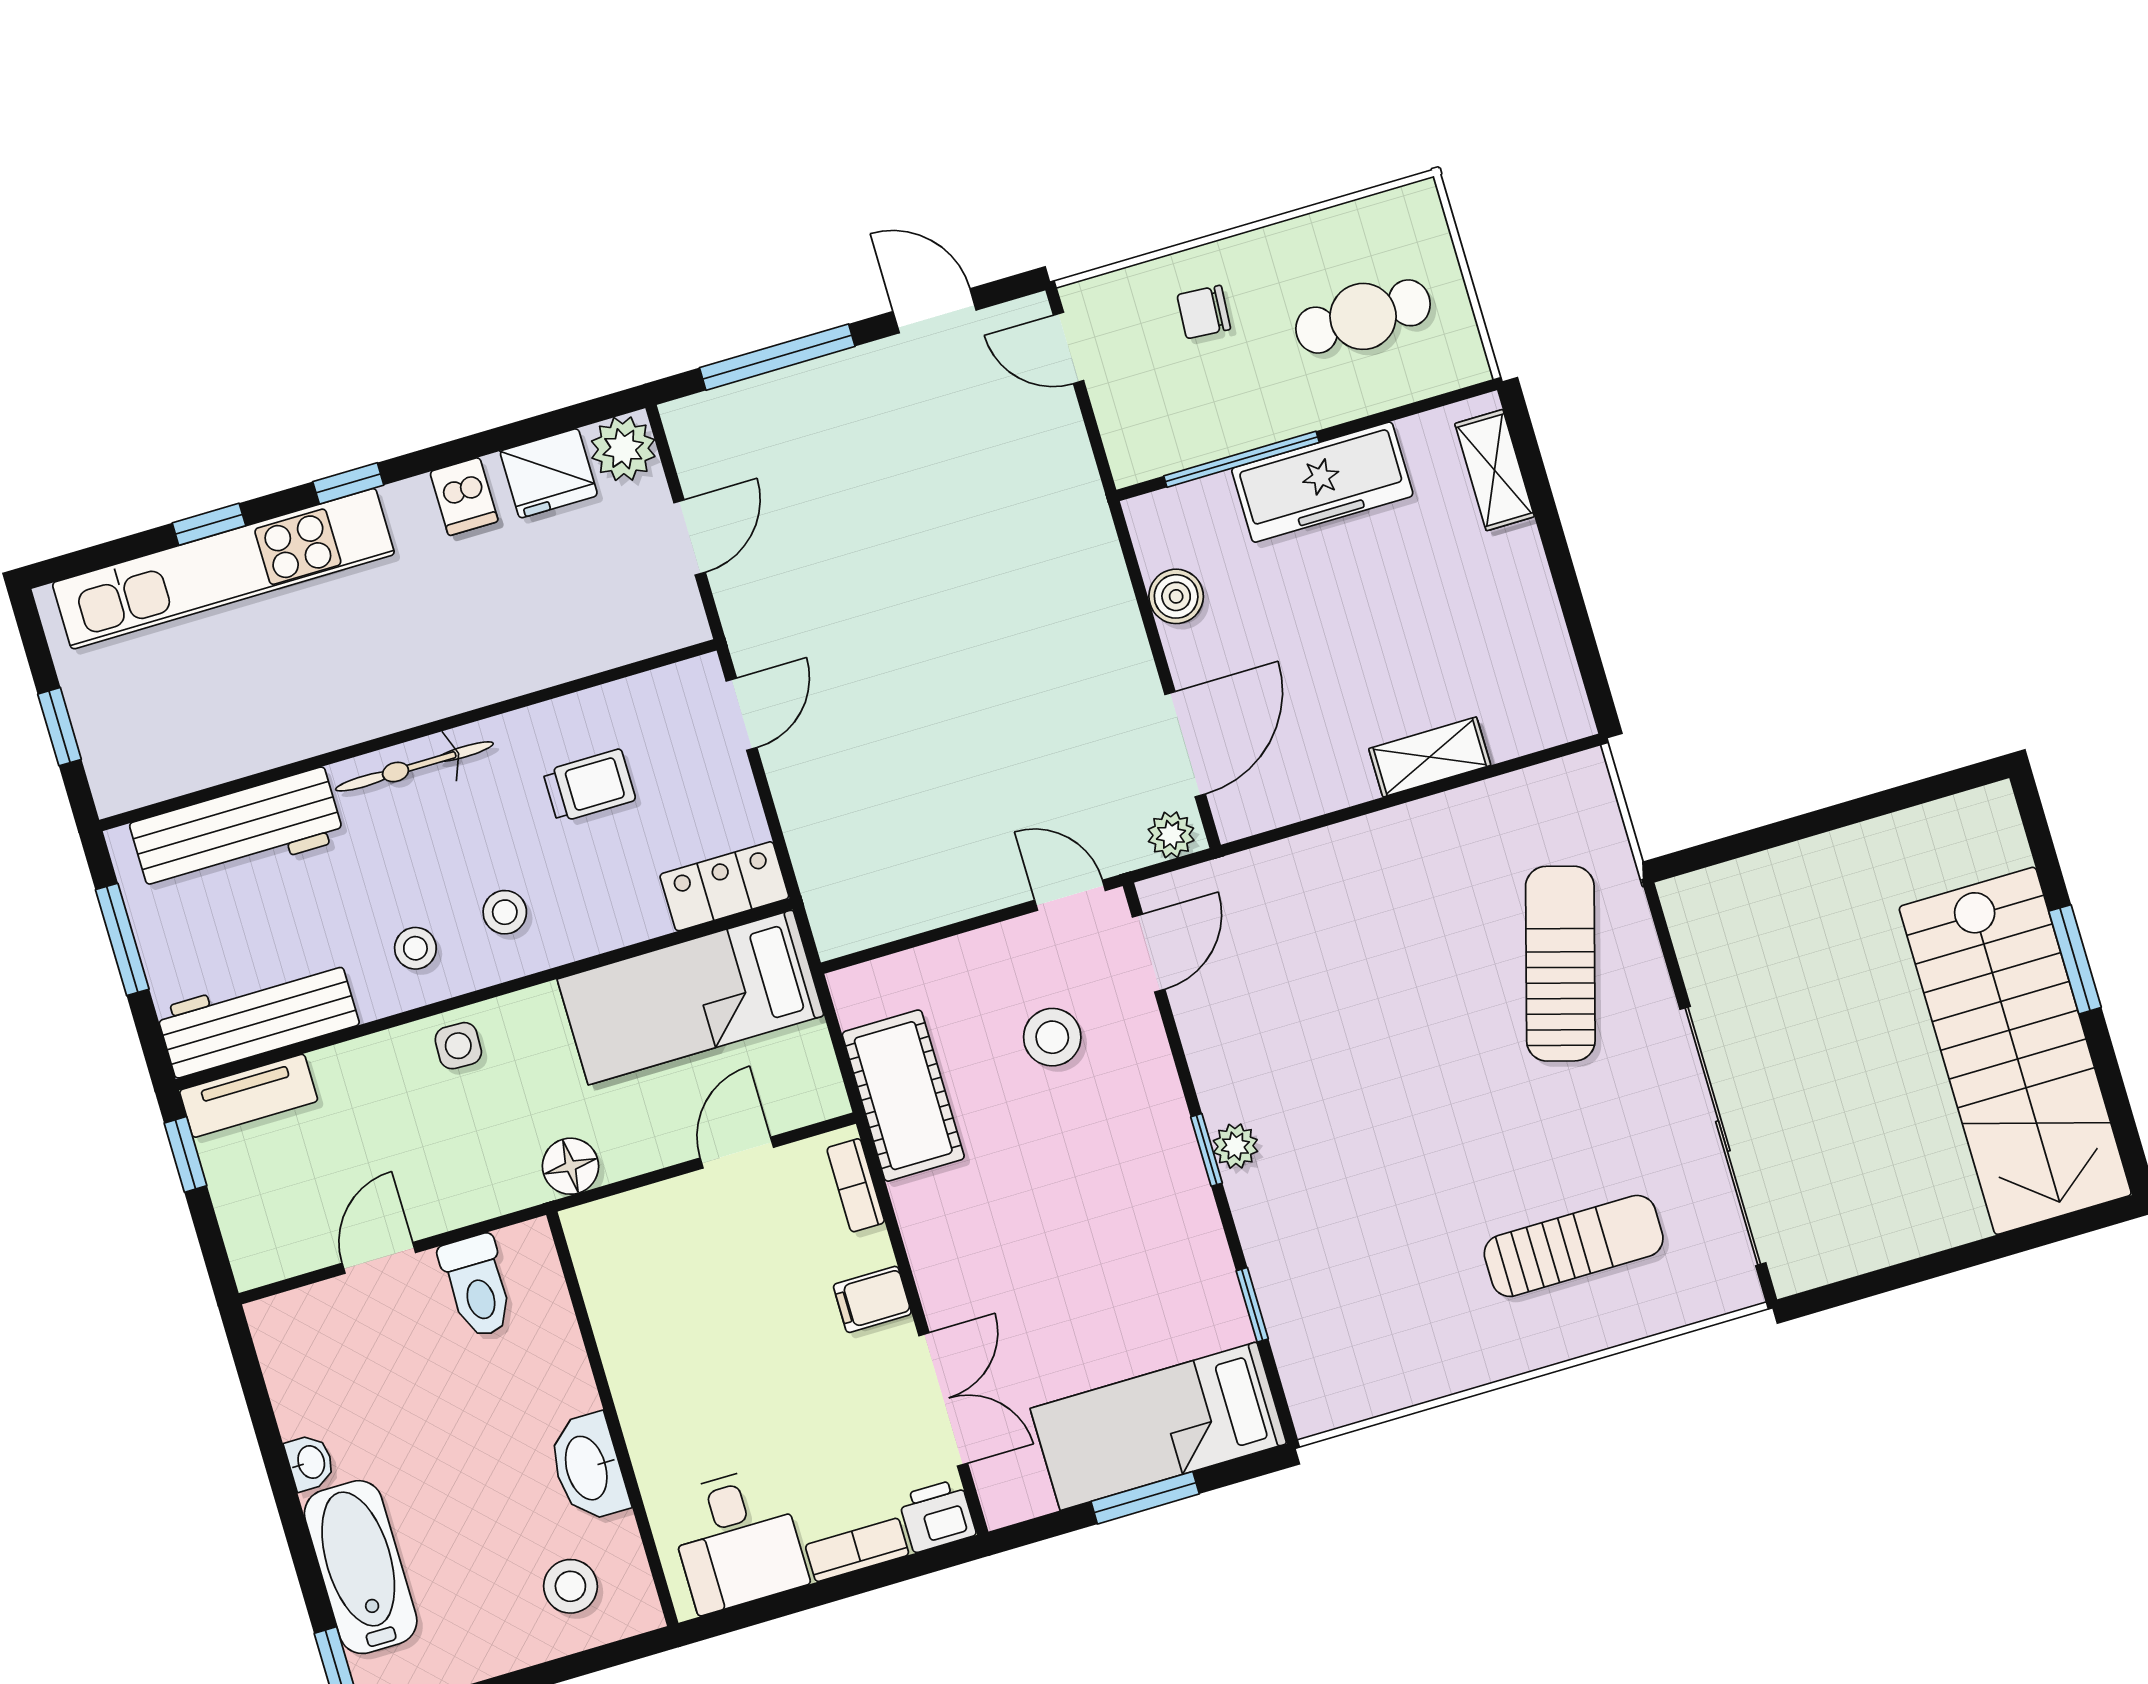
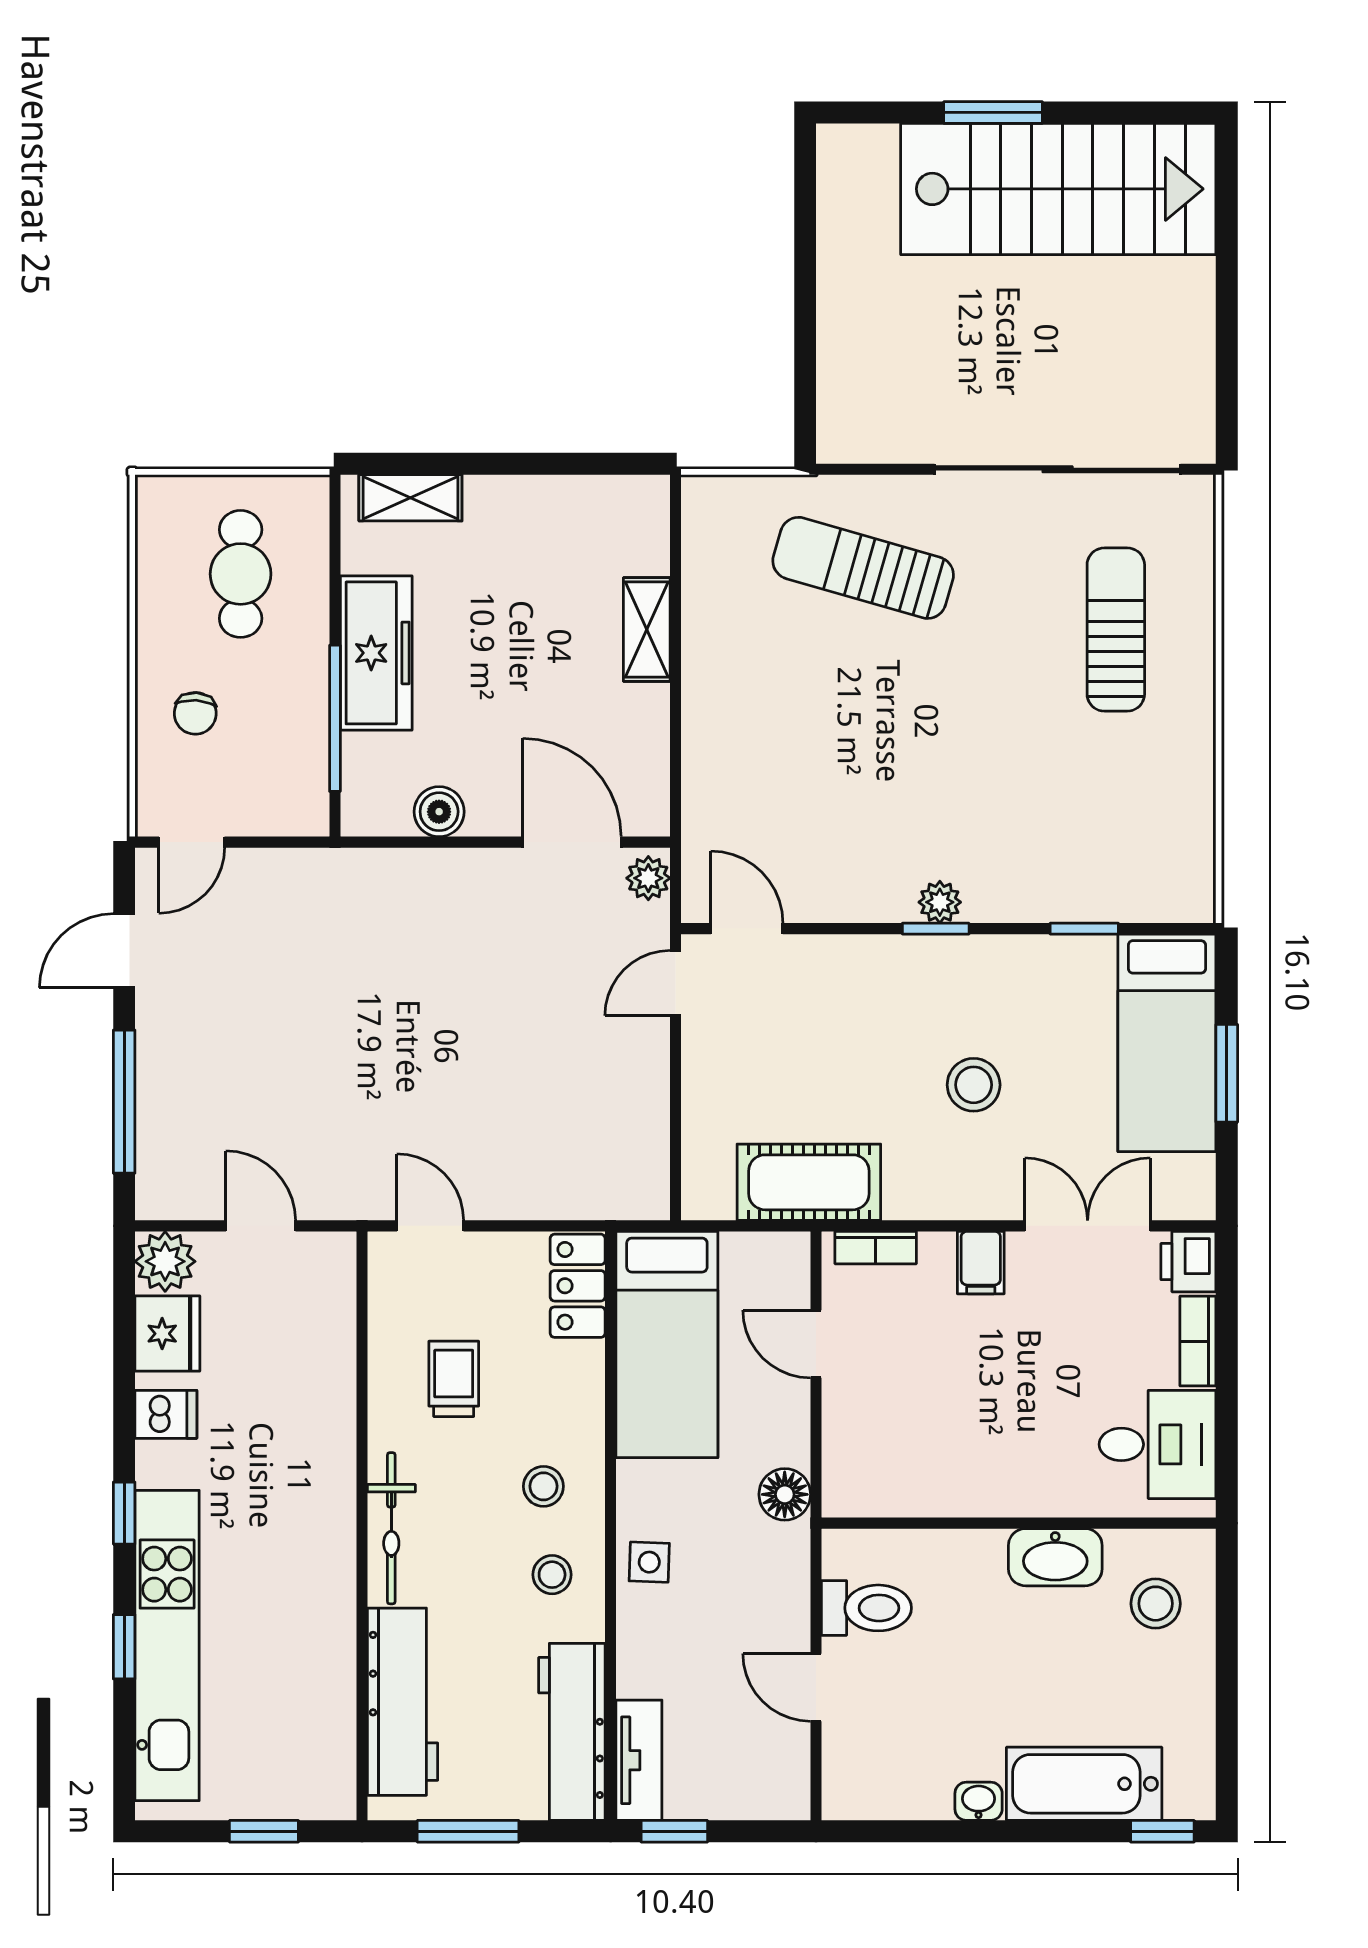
stool: (1052, 1037) -> (974, 1085), moved

